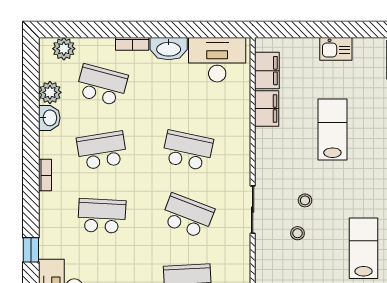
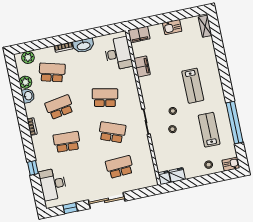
desk: (217, 60) -> (118, 54), moved, turned 90
filing cabinet: (267, 71) -> (139, 34), moved, turned 90
lab bench: (332, 129) -> (193, 86), moved, turned 180

